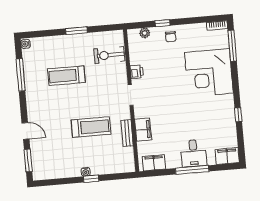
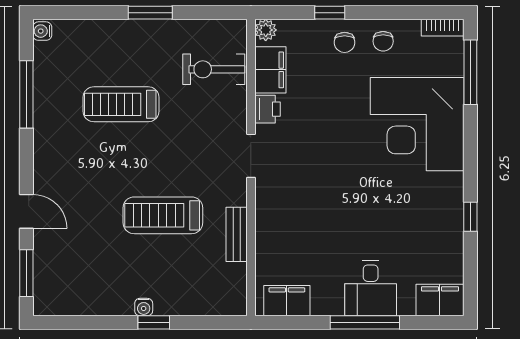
plant: (145, 33) -> (266, 30), moved
chair: (189, 35) -> (383, 41), added
treadmill: (91, 127) -> (163, 215), turned 180
filing cabinet: (143, 130) -> (270, 70), moved

